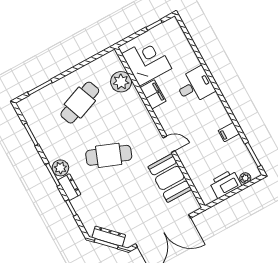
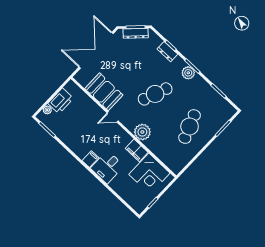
plant: (121, 82) -> (142, 132), moved
filing cabinet: (229, 132) -> (90, 159), moved
dresser: (69, 187) -> (167, 52), moved

